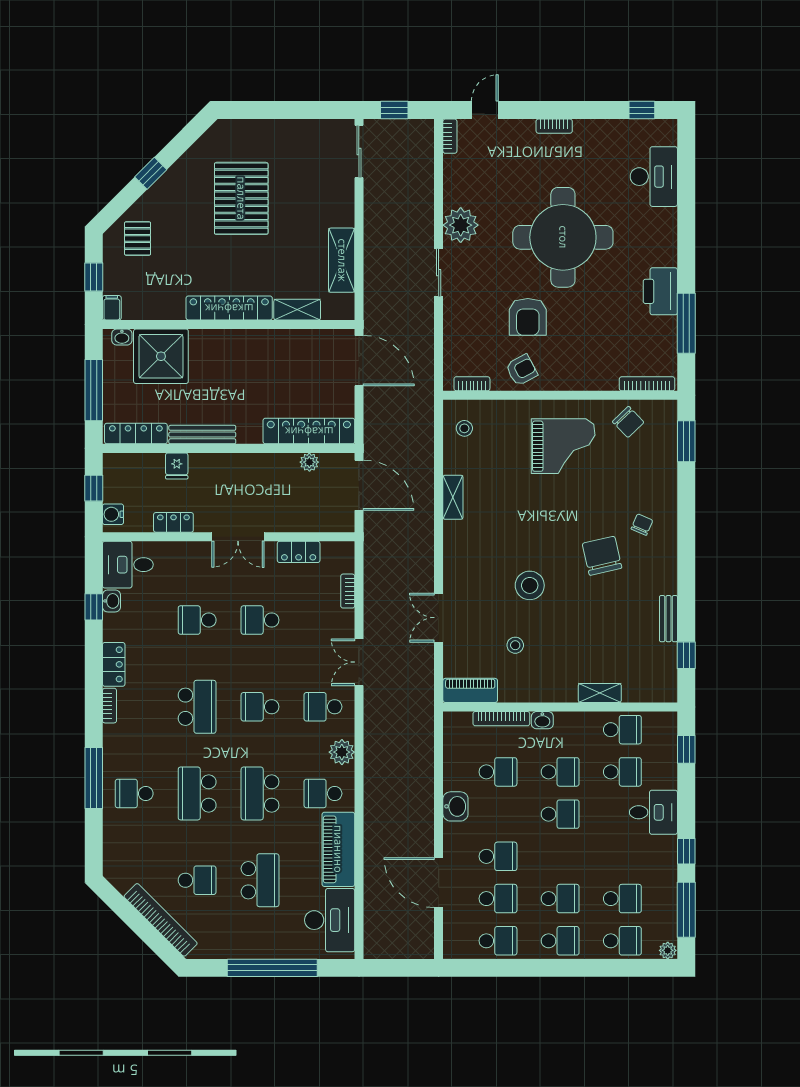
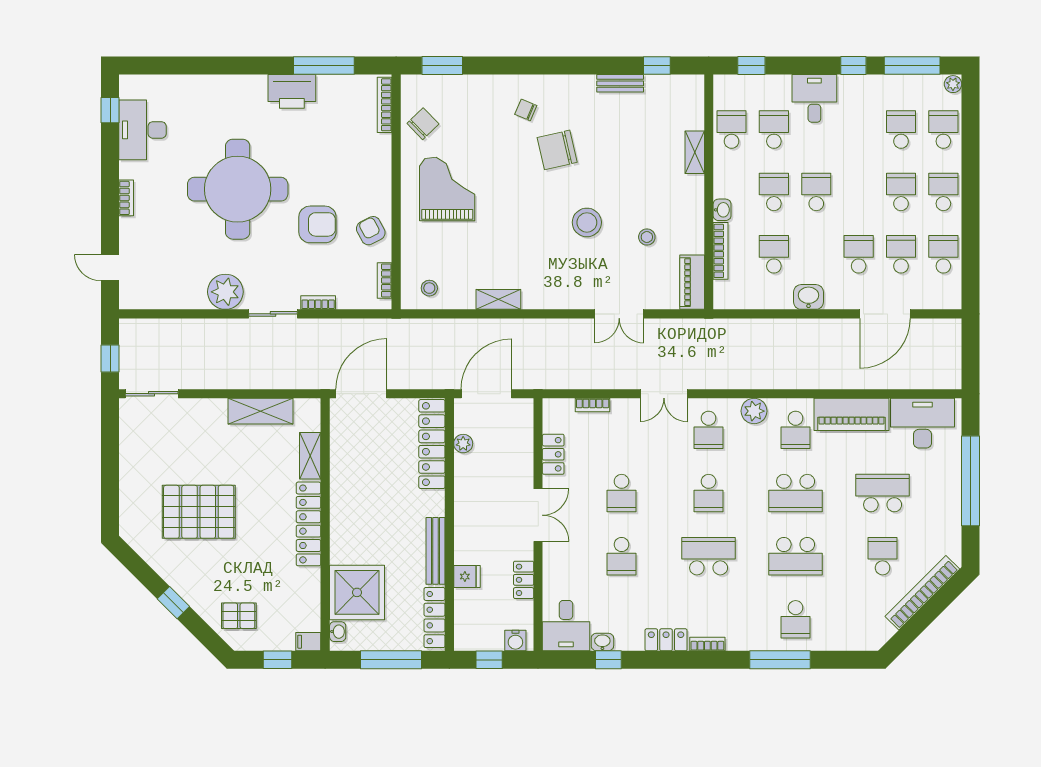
bookcase: (450, 136) -> (318, 303), moved
desk: (654, 177) -> (143, 130), moved, turned -90

